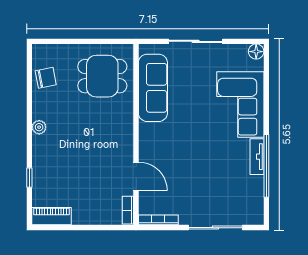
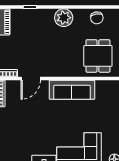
sofa: (153, 88) -> (72, 90), moved
plant: (39, 127) -> (64, 18), width x1.88, depth x1.88

